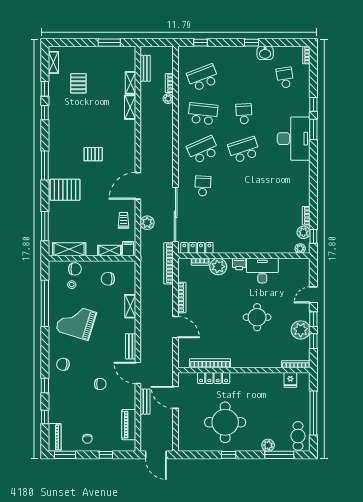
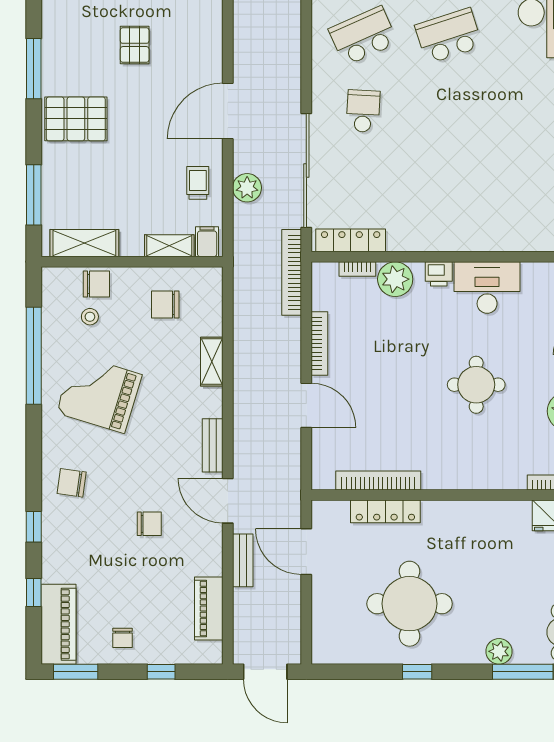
pallet: (93, 154) -> (135, 45), turned 90
piano: (55, 437) -> (59, 624), width x1.37, depth x1.33

